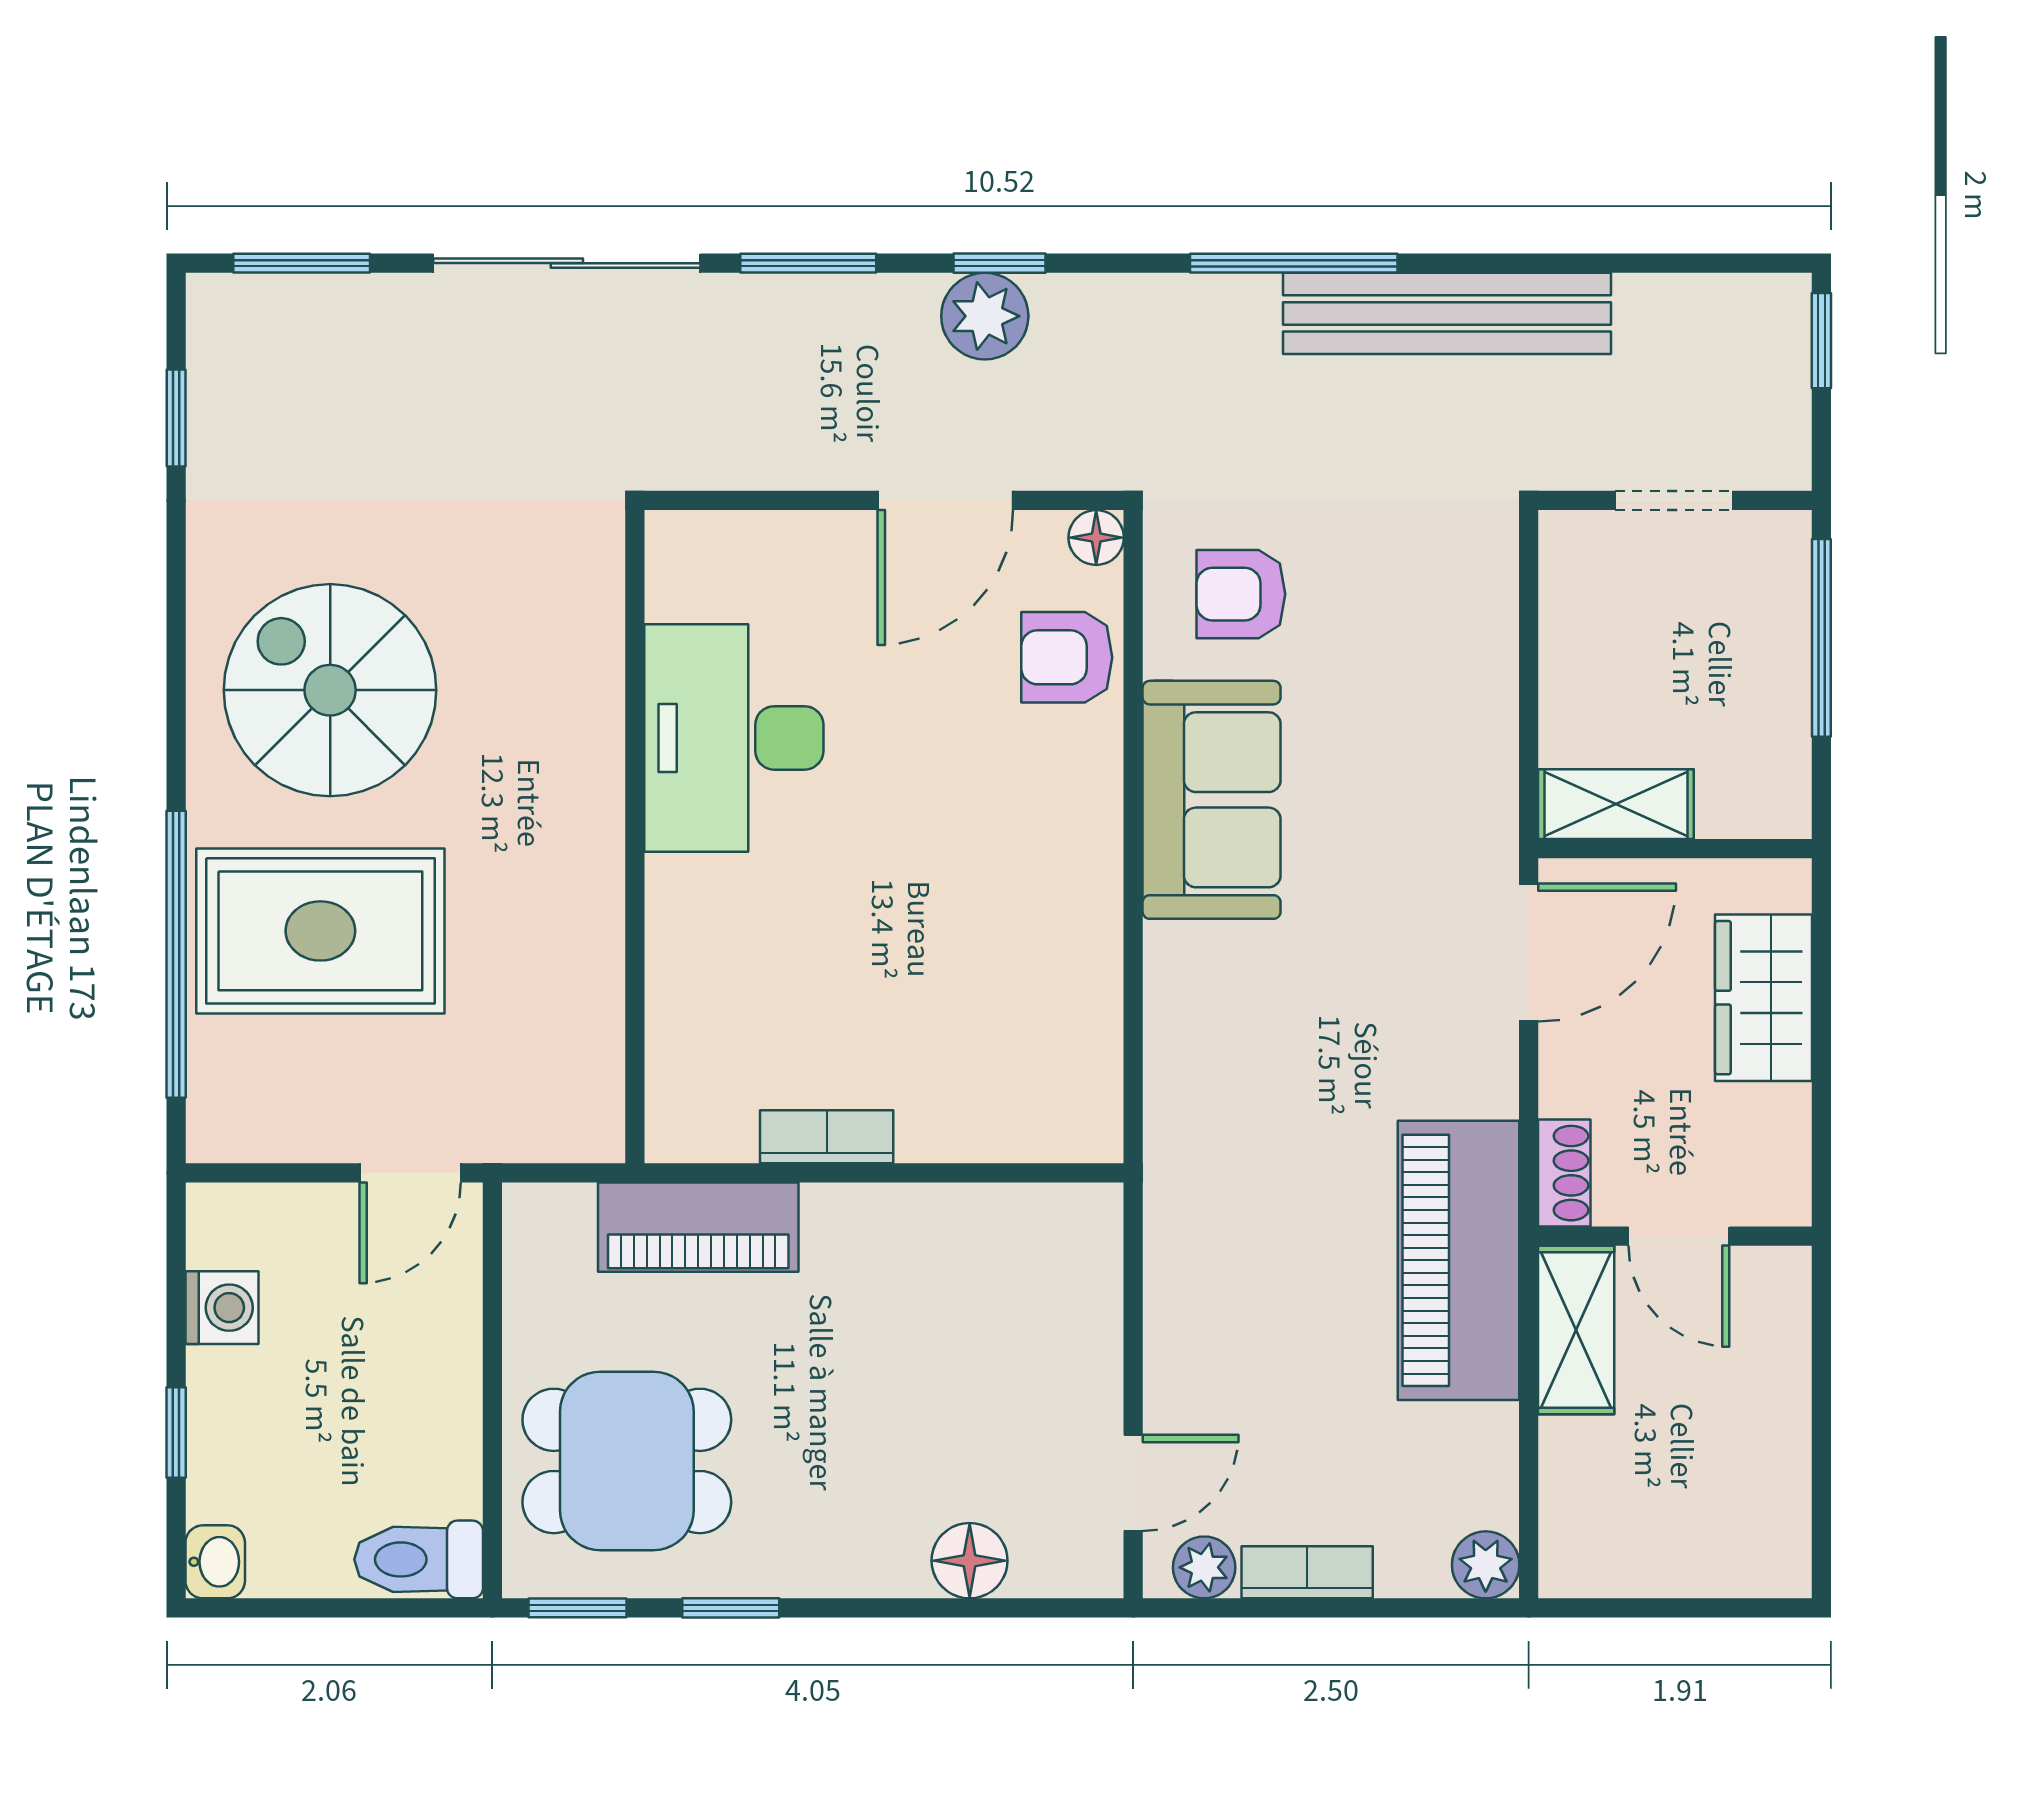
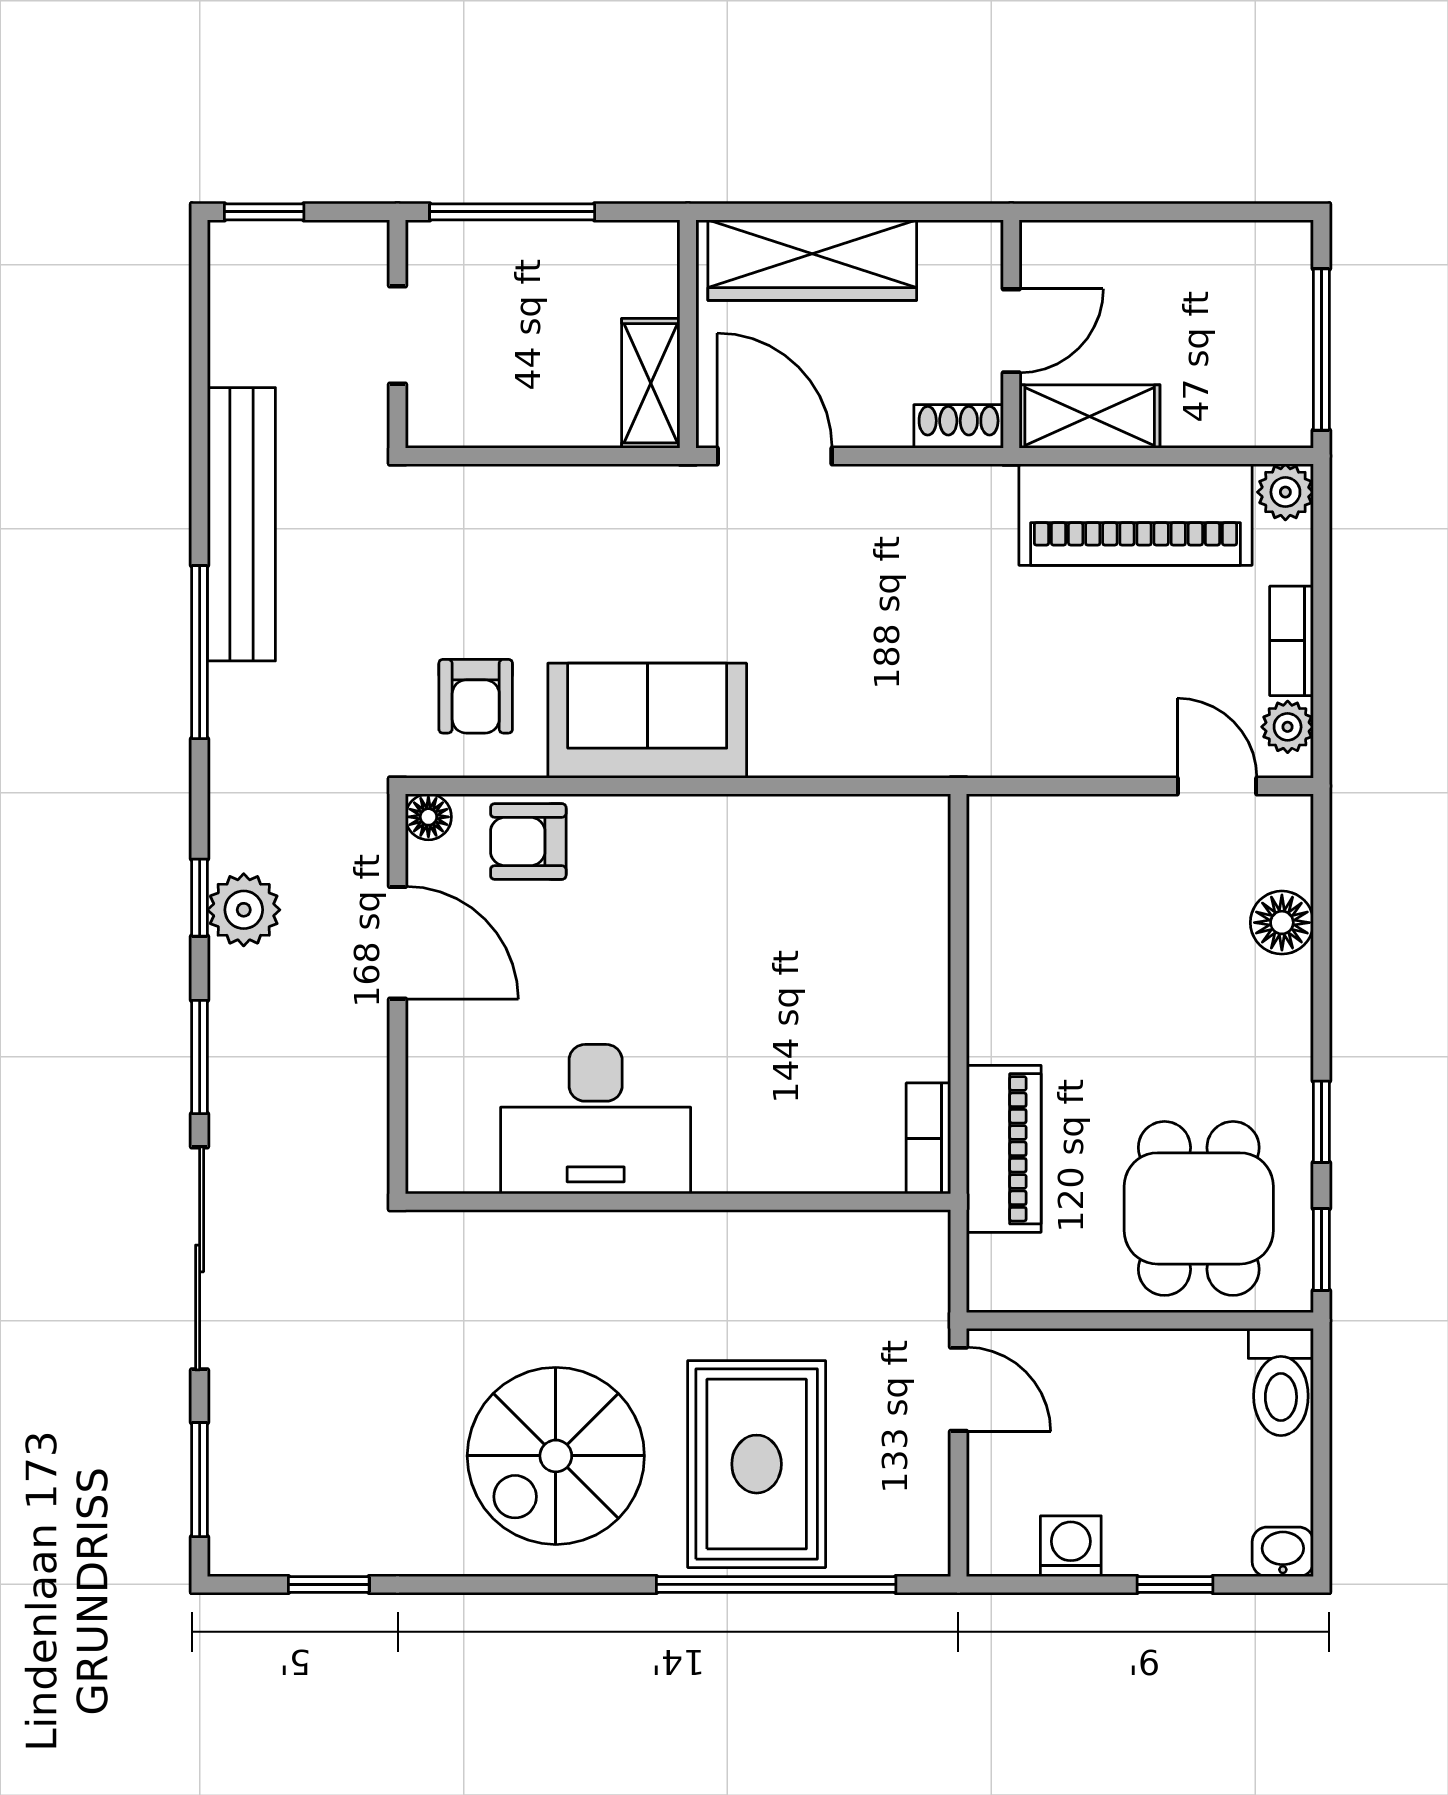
armchair: (1067, 657) -> (528, 841), turned 90
wardrobe: (1764, 998) -> (812, 260), width x1.50
bookcase: (827, 1137) -> (928, 1138), moved
piano: (1459, 1260) -> (1135, 515), moved
window: (1656, 1608) -> (1321, 350), added

